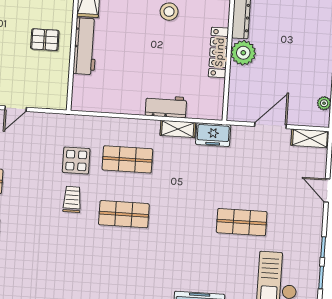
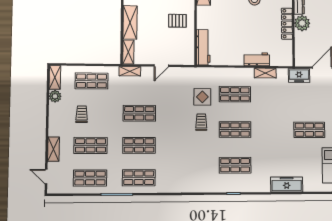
workbench: (85, 46) -> (203, 47), moved
freezer: (213, 135) -> (299, 75), moved
shop shelf: (120, 269) -> (235, 165), added

